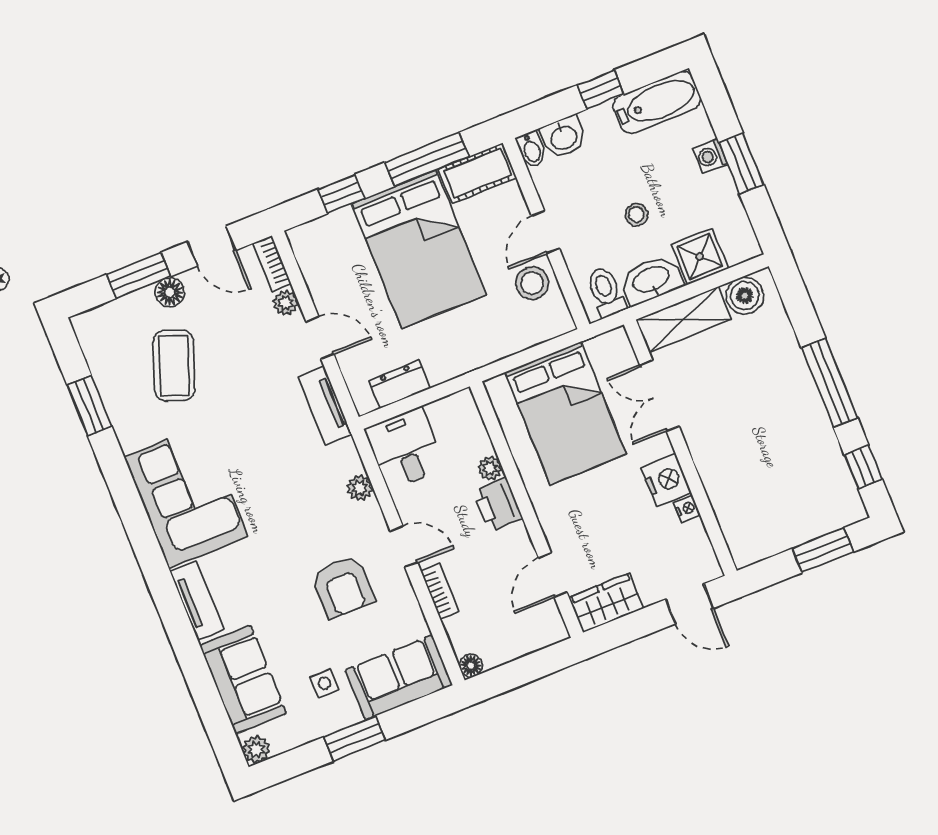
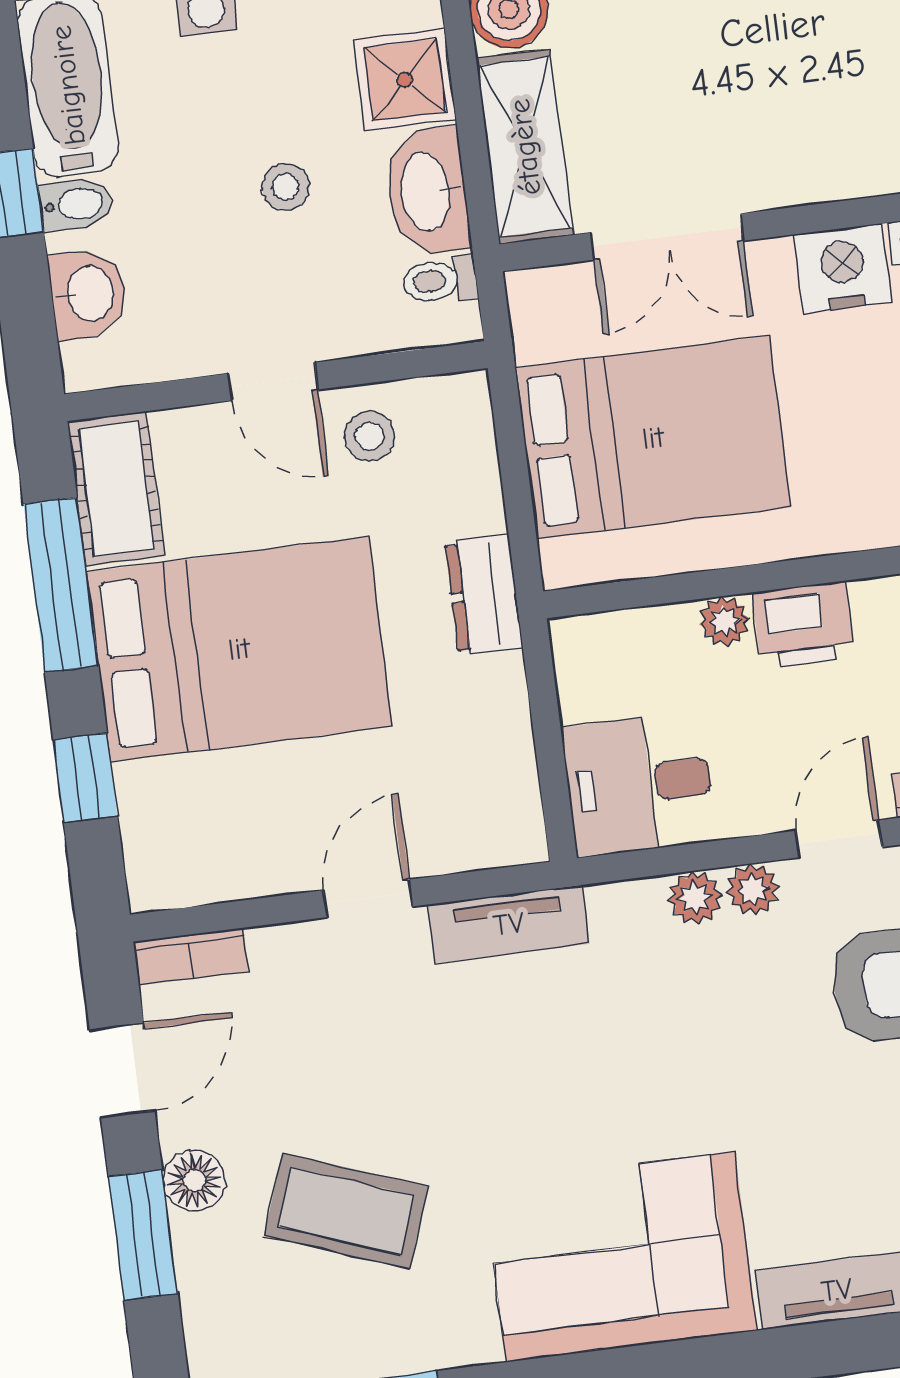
bidet: (531, 149) -> (76, 204), moved
stool: (532, 283) -> (369, 436), width x0.73, depth x0.73
toilet: (606, 292) -> (440, 280), width x0.73, depth x0.72
plant: (286, 303) -> (753, 890), moved
dresser: (399, 384) -> (484, 595), moved

